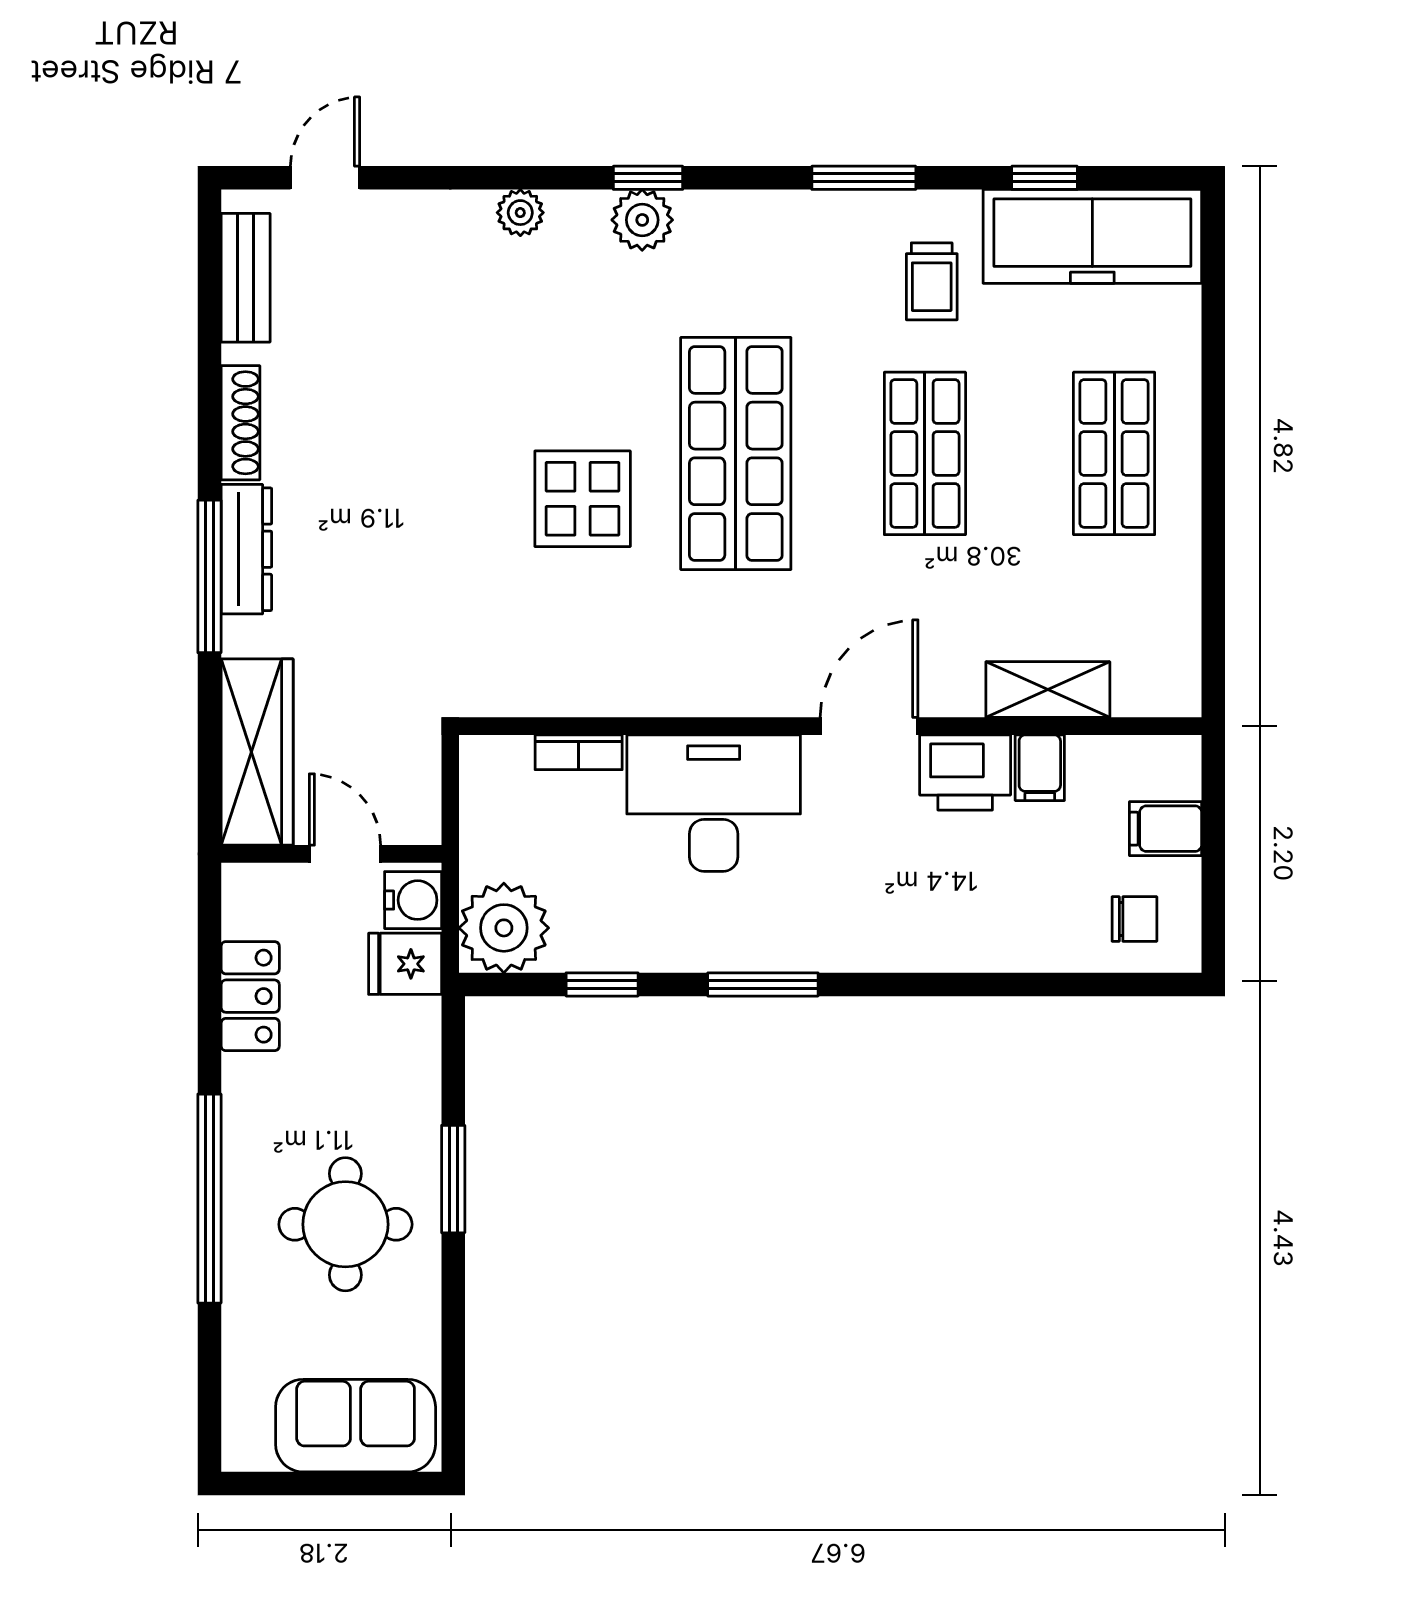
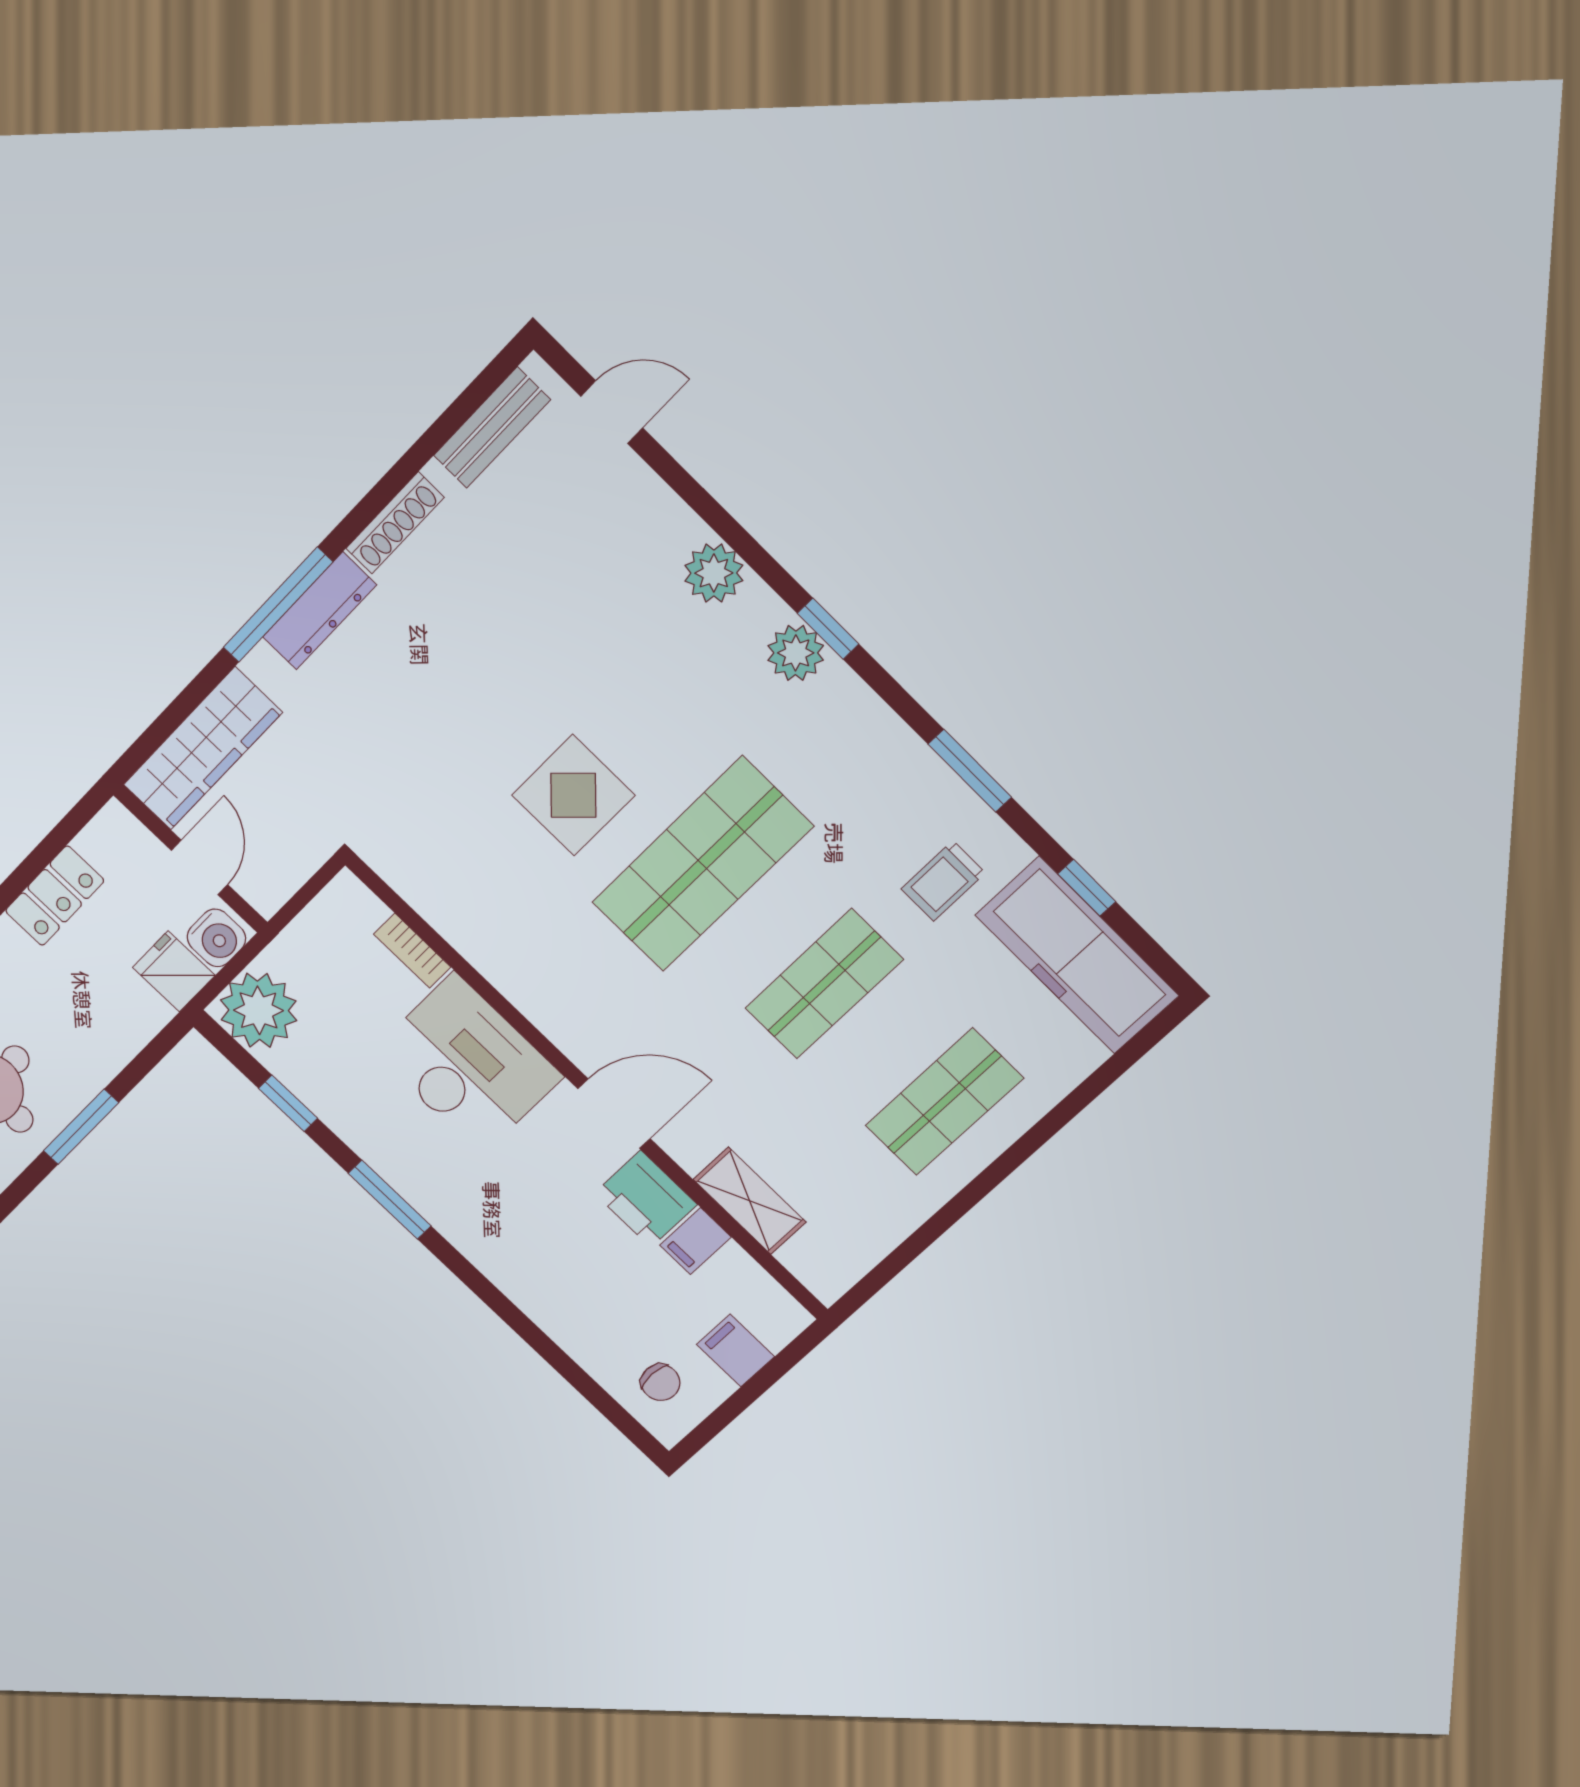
plant: (520, 213) -> (714, 573), width x1.38, depth x1.38

